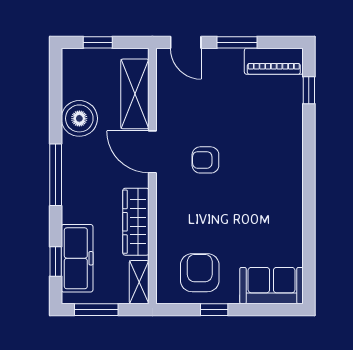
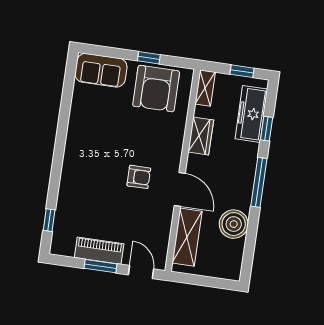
window: (98, 42) -> (210, 282), removed
piano: (274, 61) -> (99, 251), moved
wardrobe: (136, 222) -> (201, 136), width x0.67
window: (56, 262) -> (267, 129), moved
armchair: (200, 273) -> (156, 89), width x1.36, depth x1.36
window: (96, 310) -> (242, 71), width x0.67

